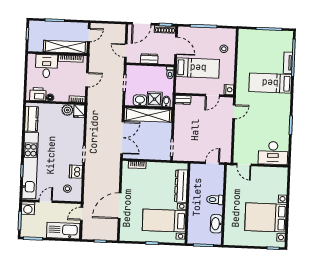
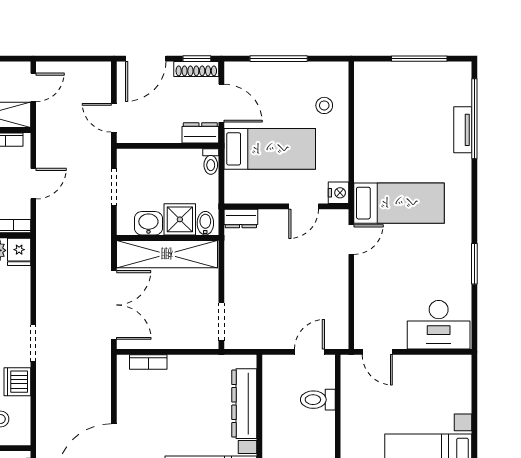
dresser: (149, 59) -> (200, 133), moved
bed: (270, 83) -> (399, 203), moved, turned 180
toilet: (215, 200) -> (318, 400), moved

